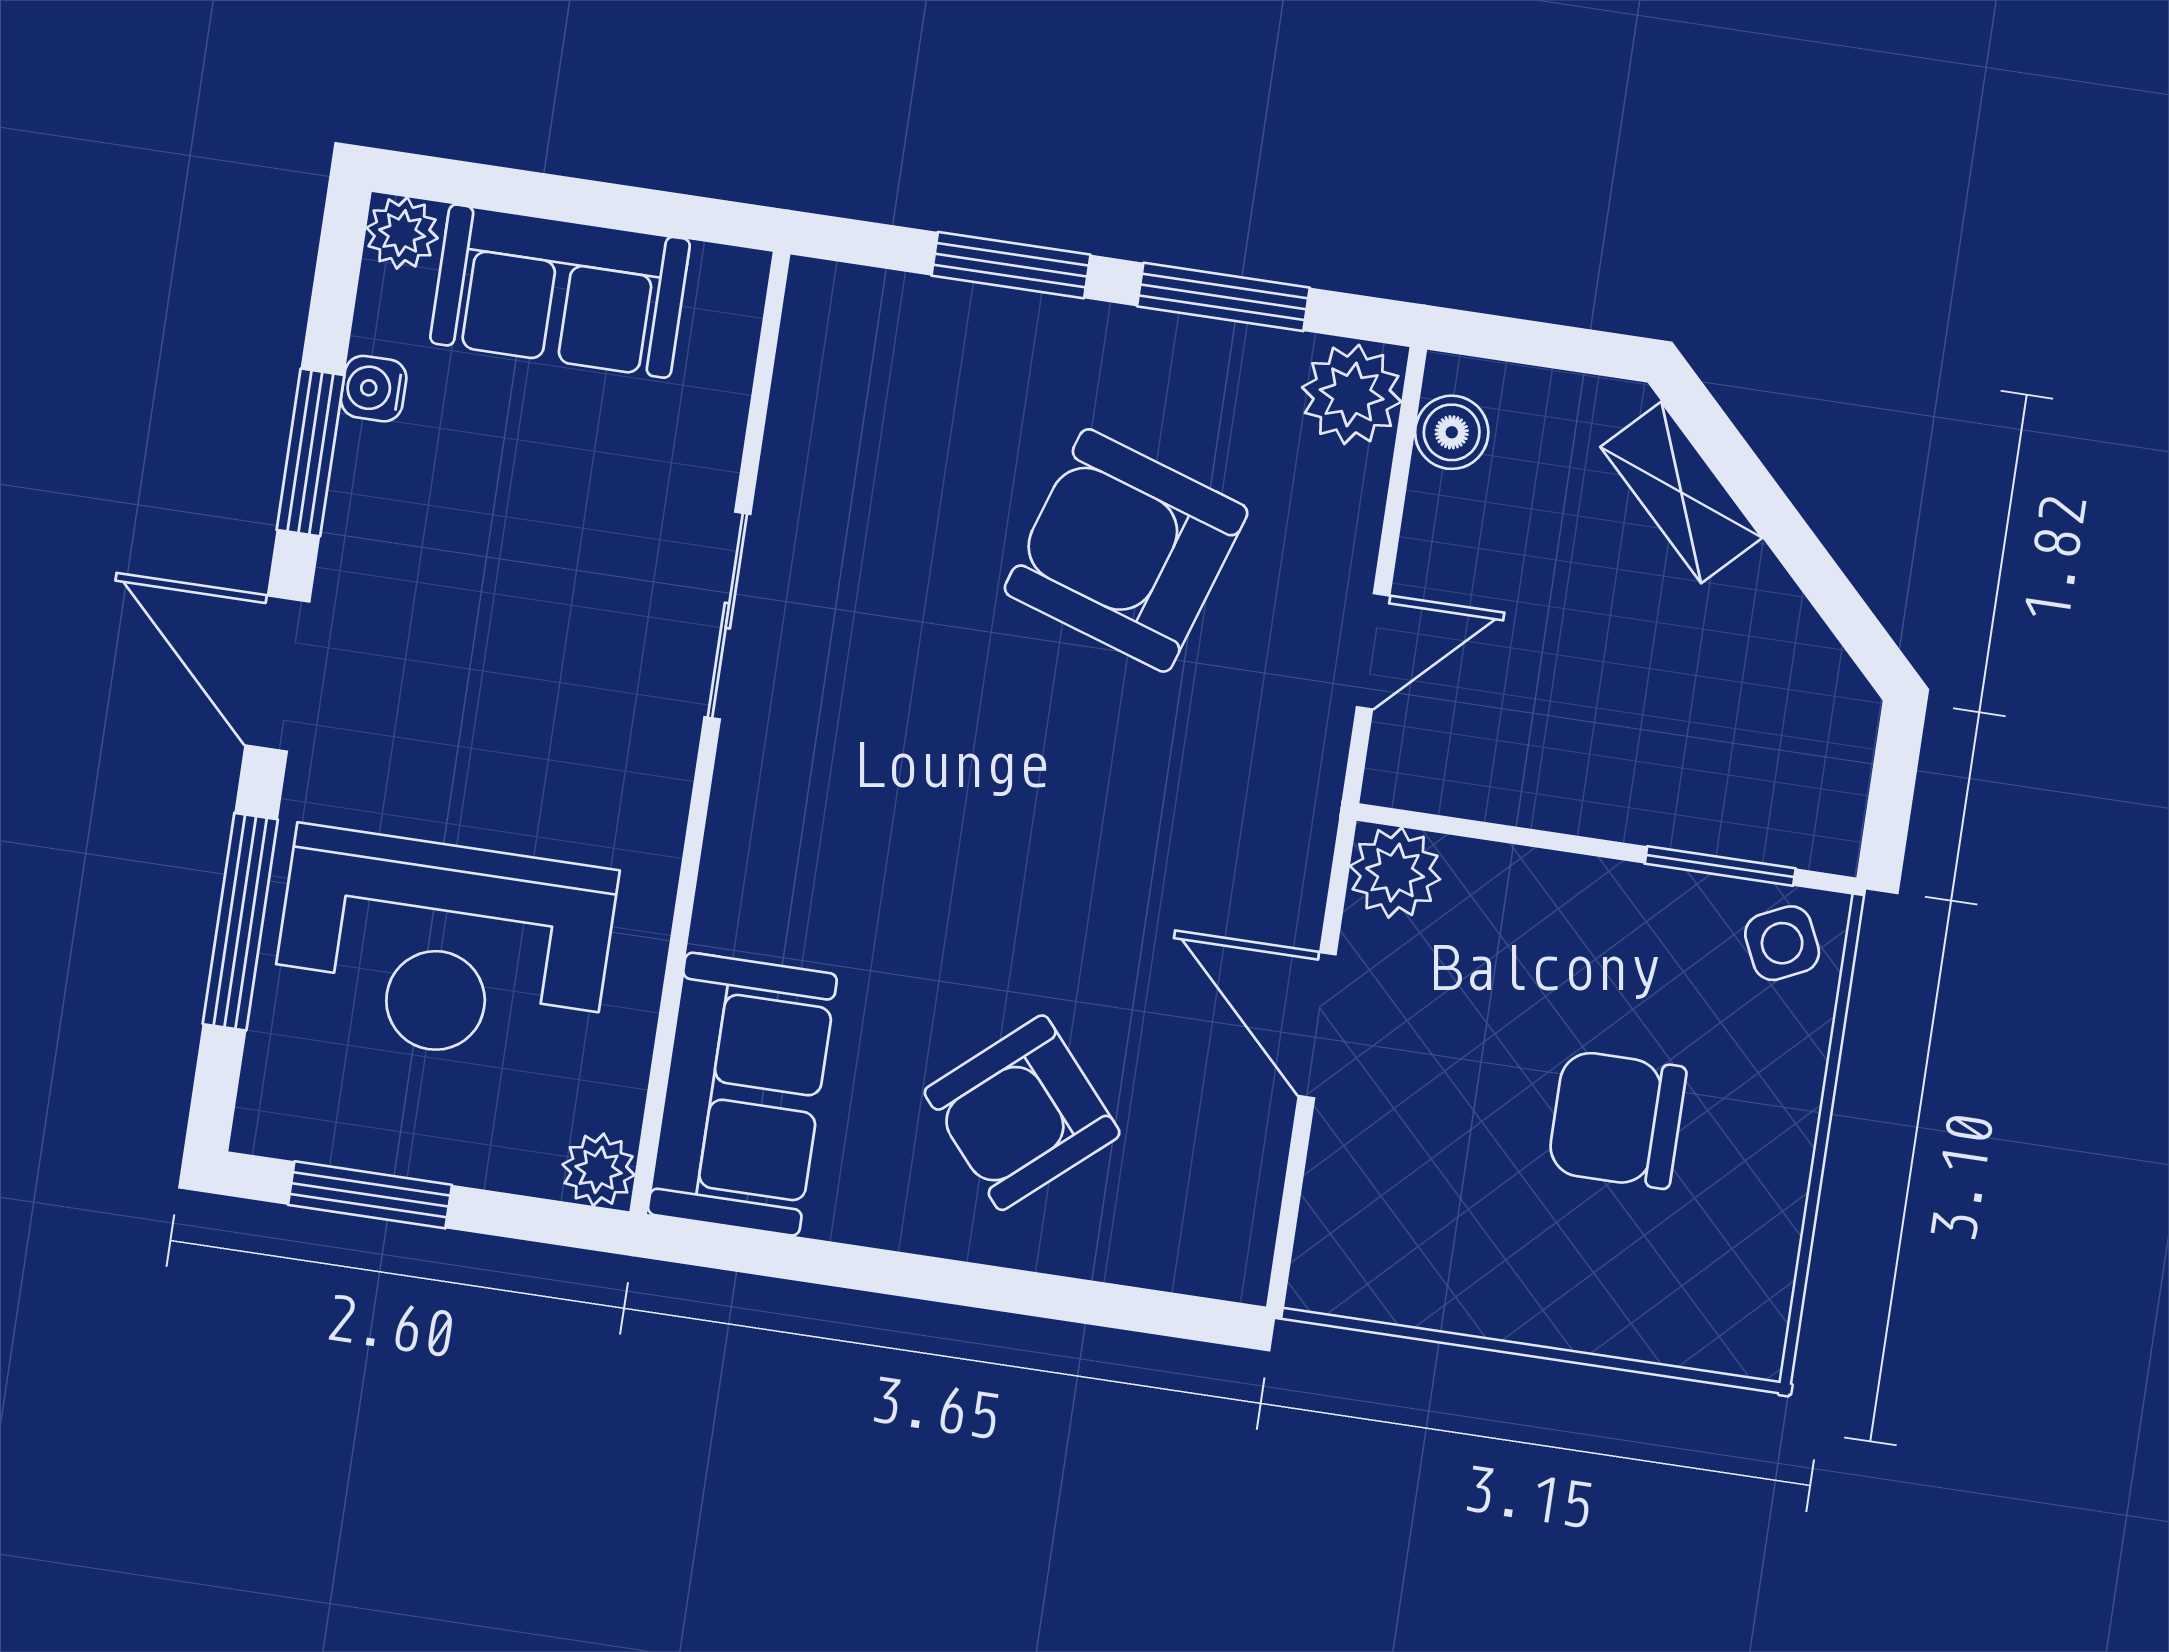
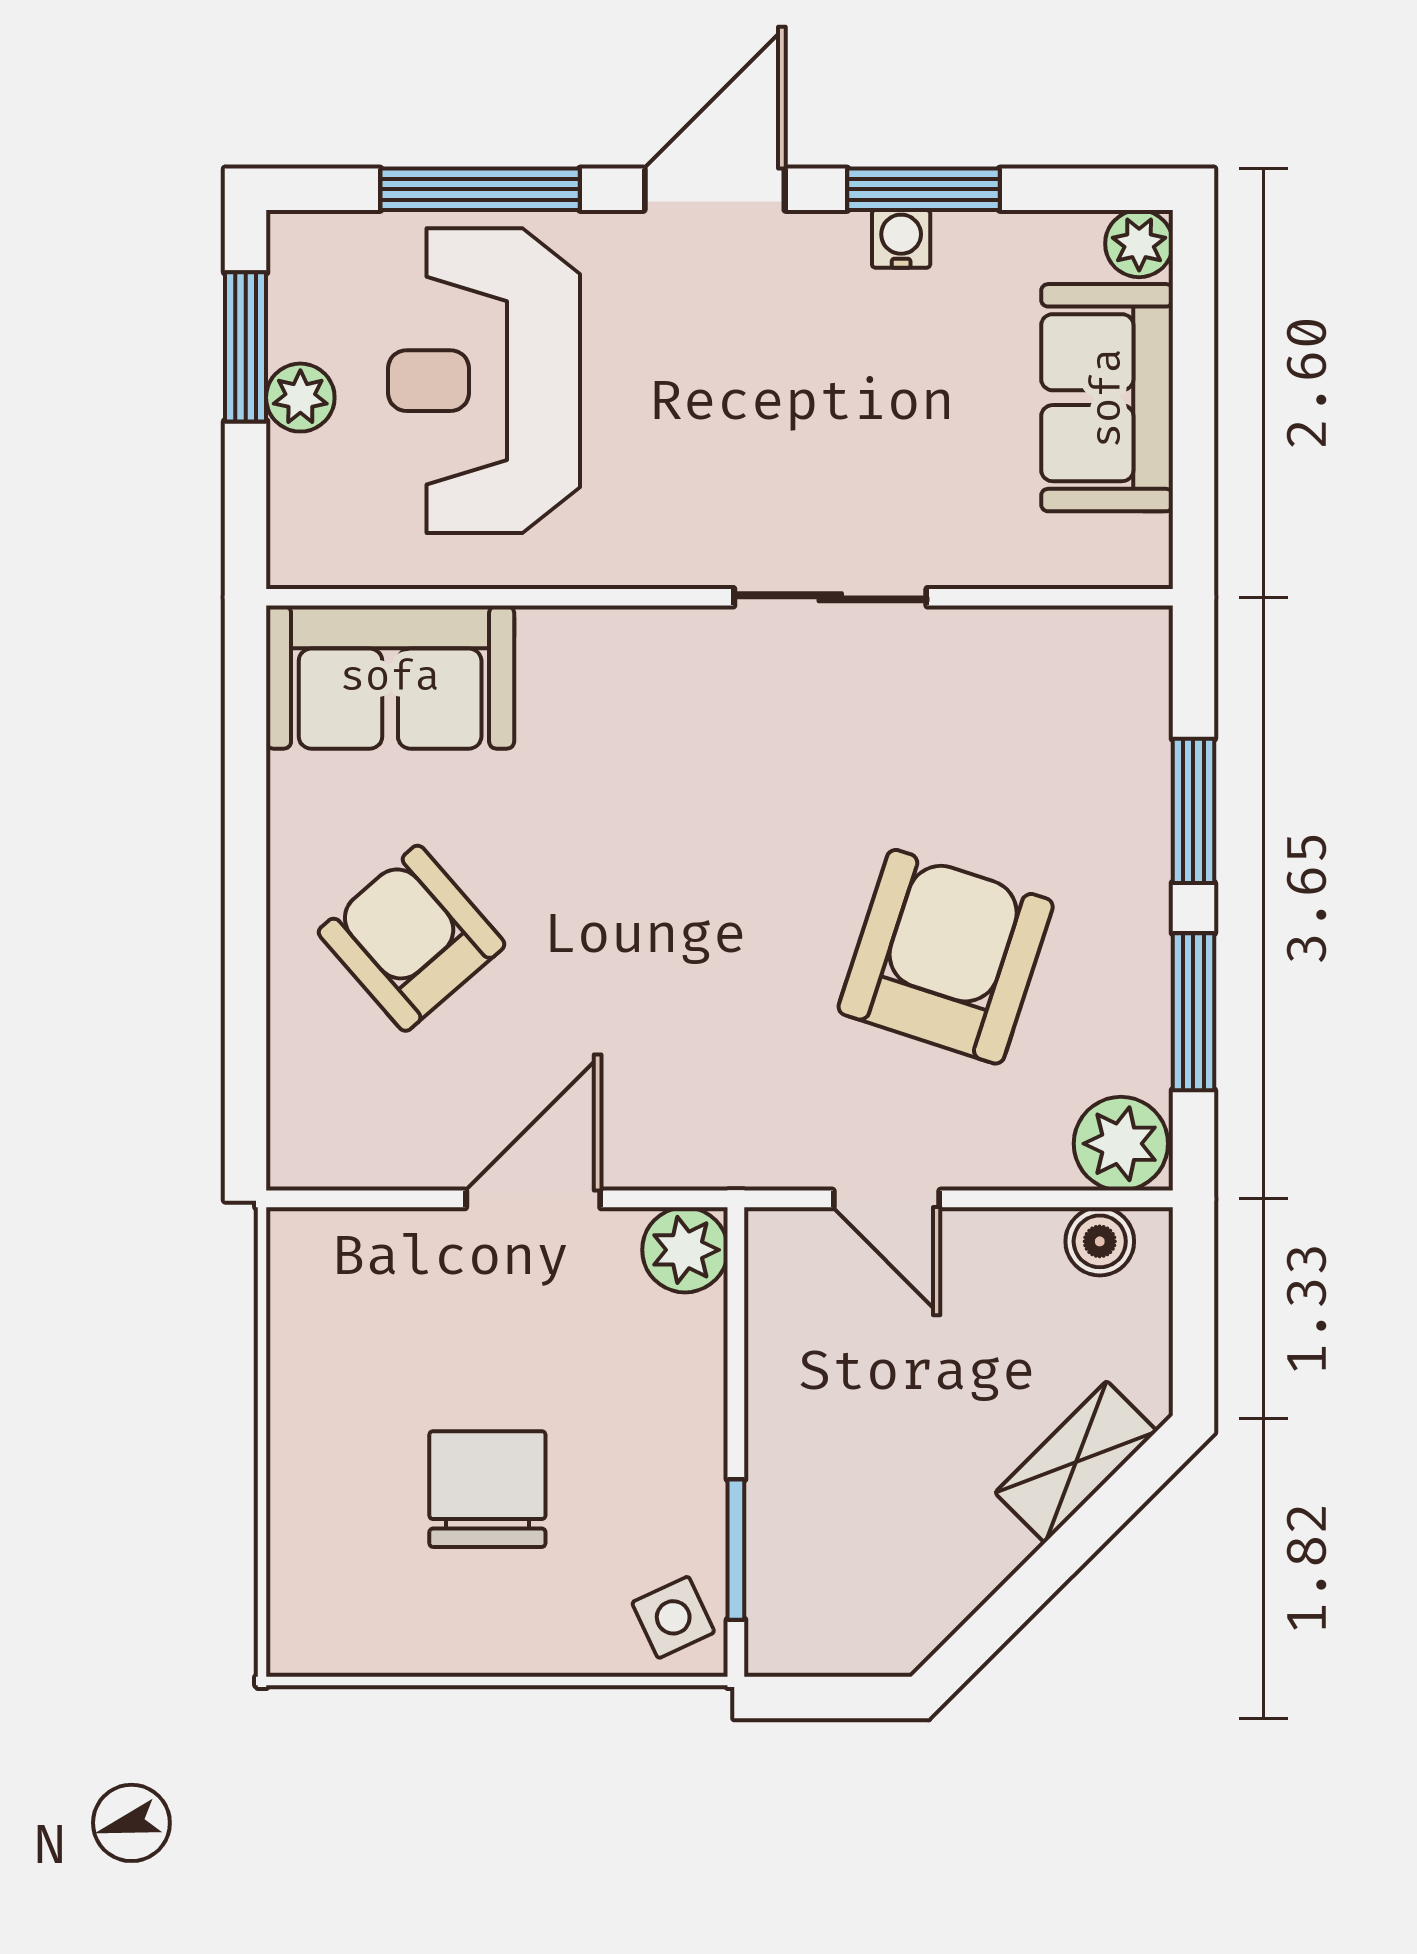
water cooler: (374, 389) -> (901, 239), moved
plant: (599, 1170) -> (300, 398), moved

